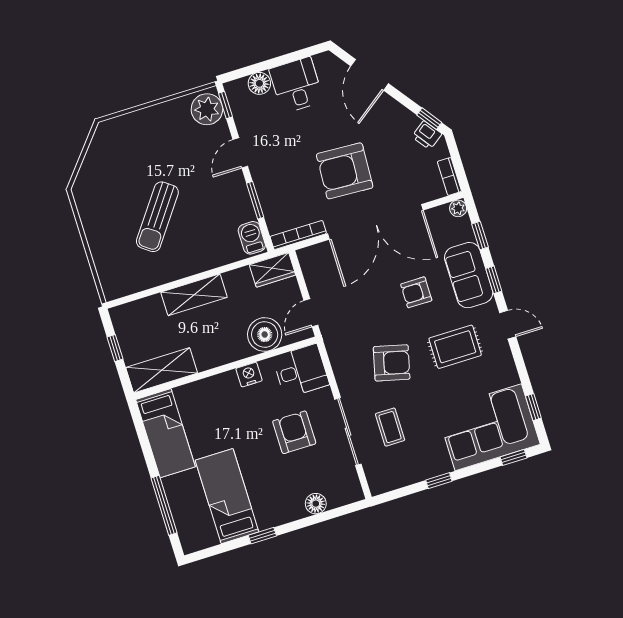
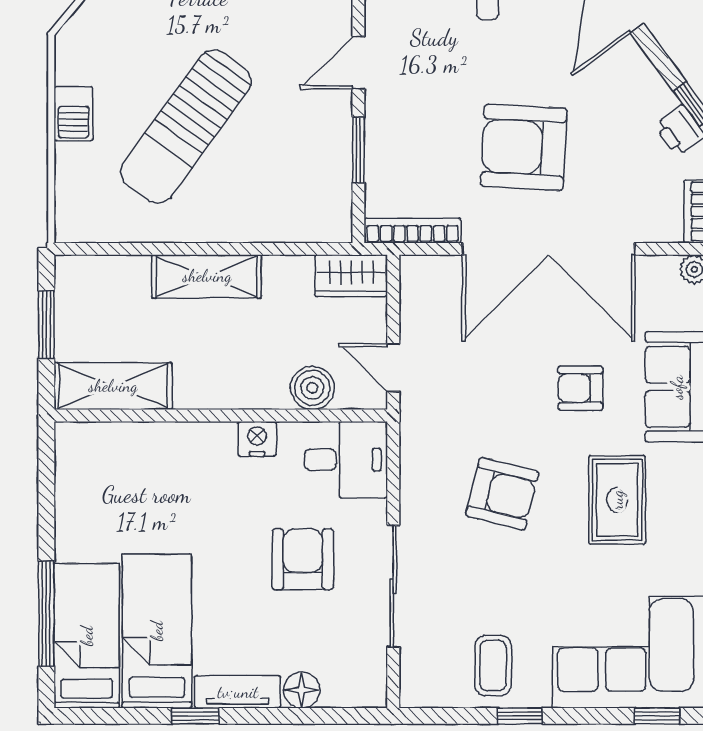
sun lounger: (157, 217) -> (186, 126), width x1.36, depth x1.34
barbecue: (252, 238) -> (73, 114), moved, turned 180
door: (311, 313) -> (393, 368), hinge flipped
boiler: (265, 334) -> (312, 388), width x0.73, depth x0.73
rug: (455, 347) -> (617, 500), turned 90
window: (115, 348) -> (46, 324), width x1.50
coffee table: (390, 427) -> (493, 666), moved
bed: (166, 433) -> (87, 636), moved, turned 180
tv unit: (281, 515) -> (238, 692), added

